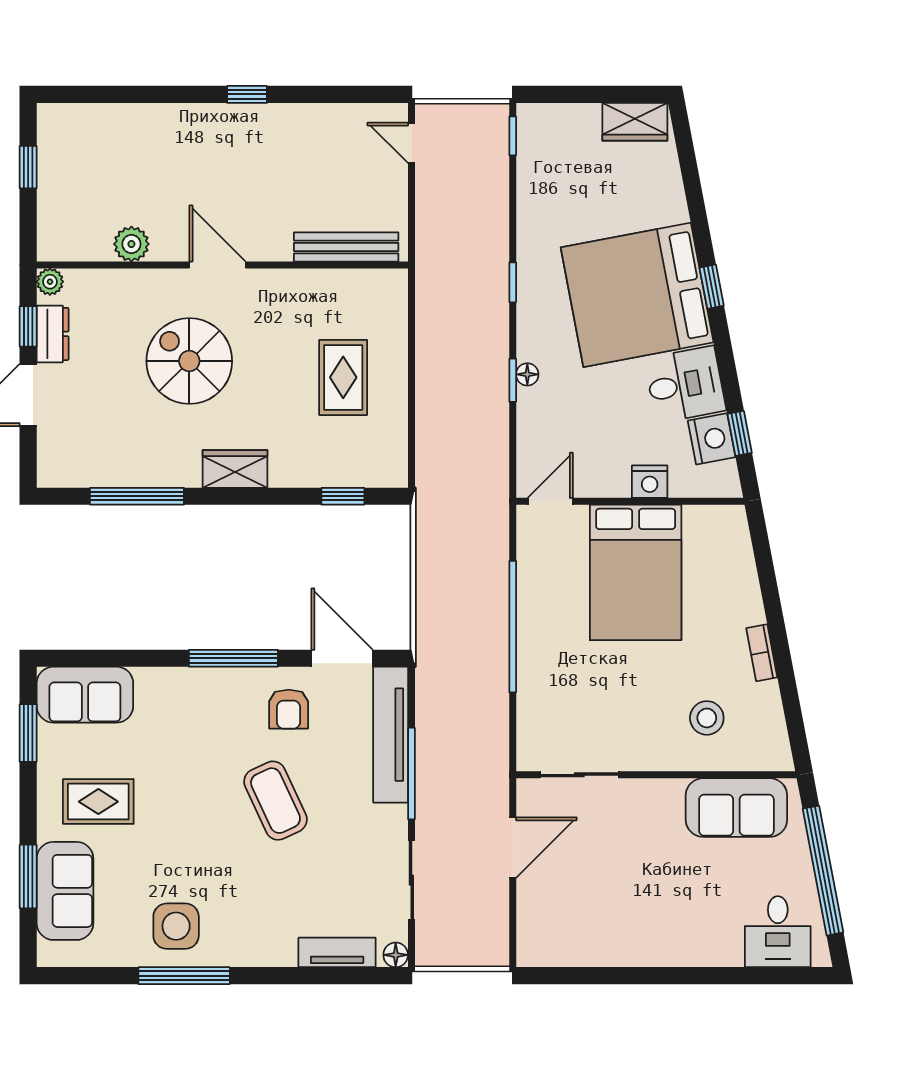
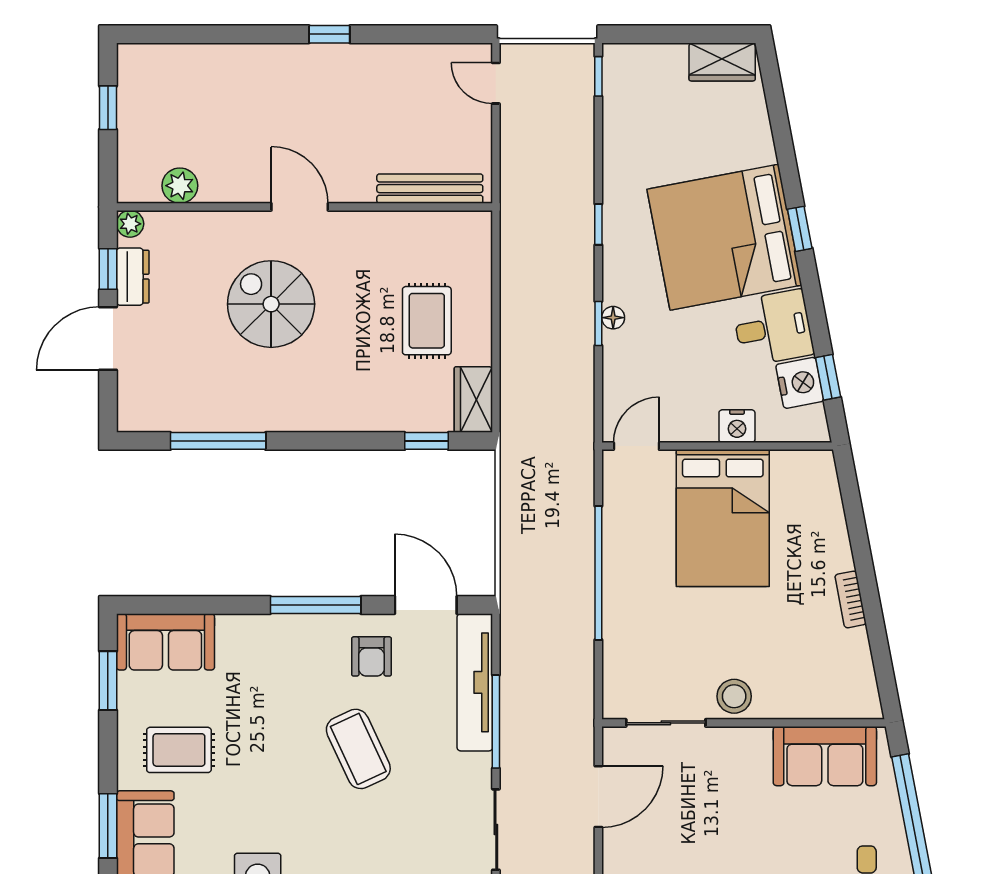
plant: (131, 244) -> (180, 186), moved
wardrobe: (235, 469) -> (473, 399), moved, turned -90
stool: (707, 718) -> (734, 696), moved

